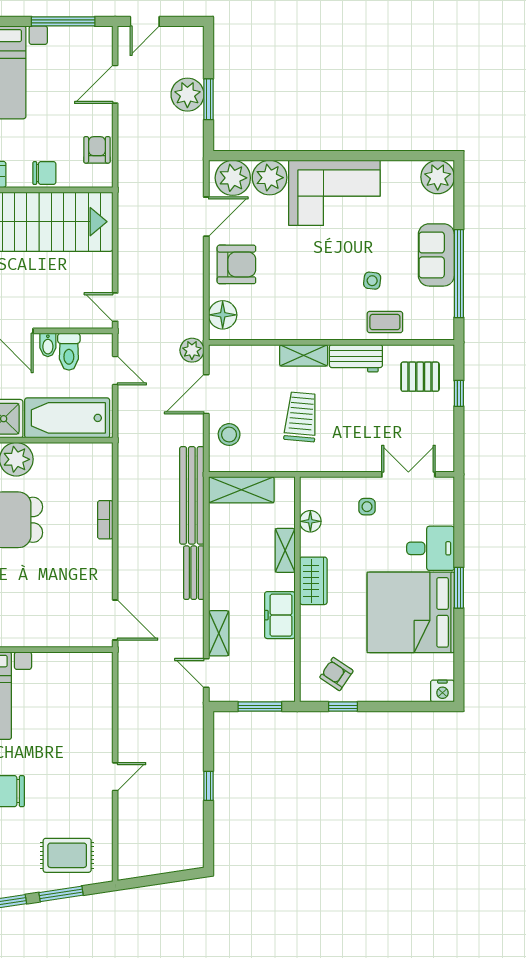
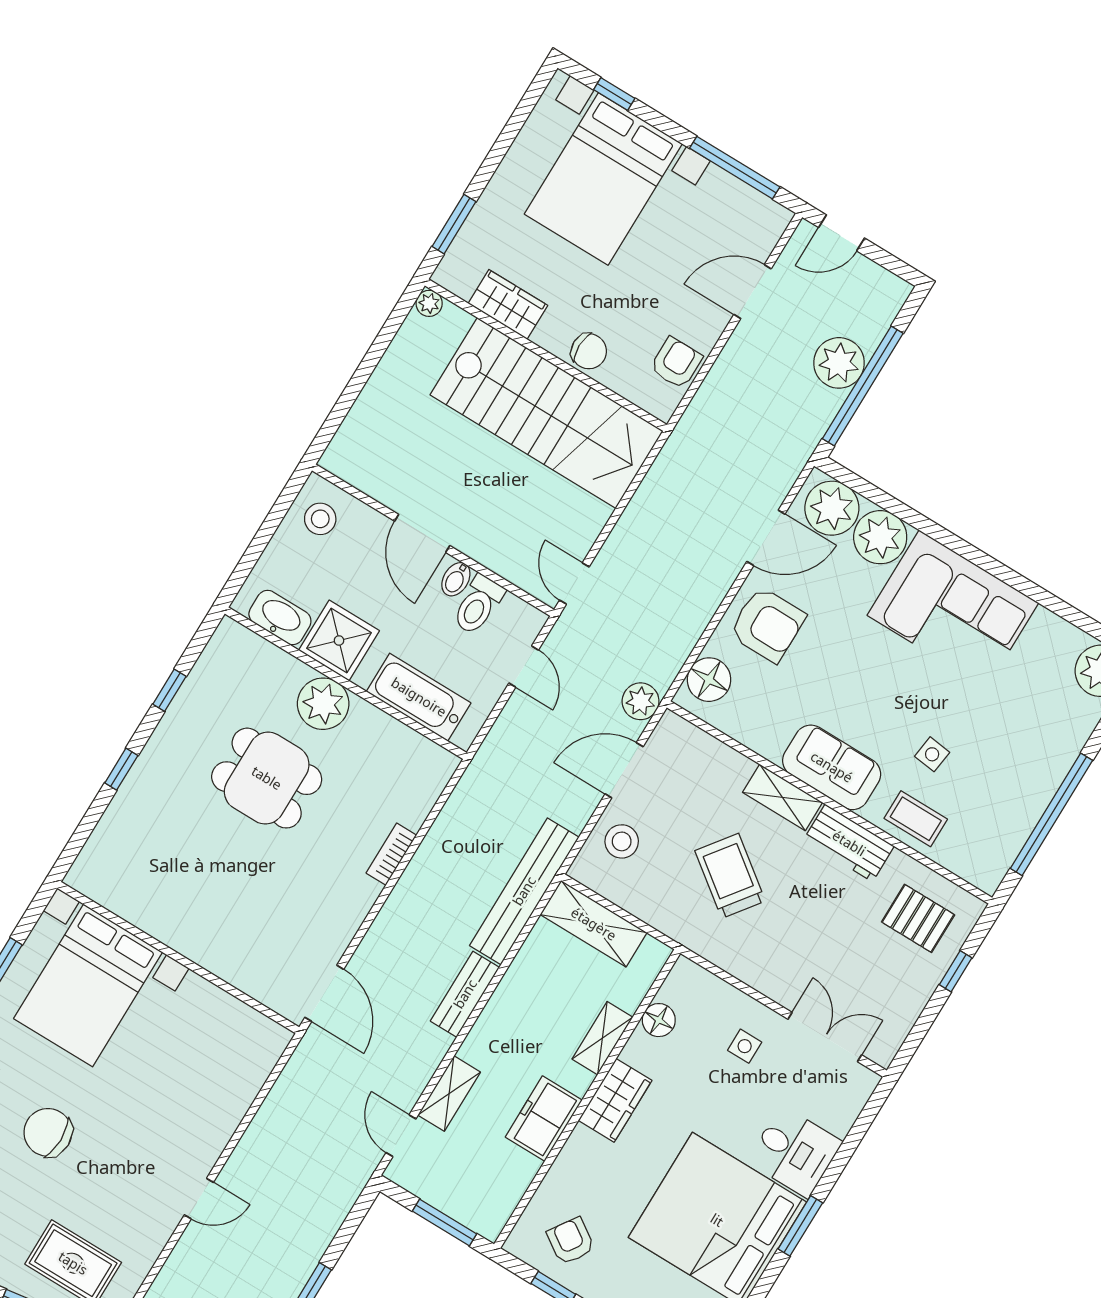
window: (209, 99) -> (863, 386), width x2.11
sofa: (436, 255) -> (832, 767), moved, turned 90
trolley: (301, 417) -> (730, 876), turned -58
bathtub: (67, 418) -> (419, 697), width x0.73, depth x0.73

